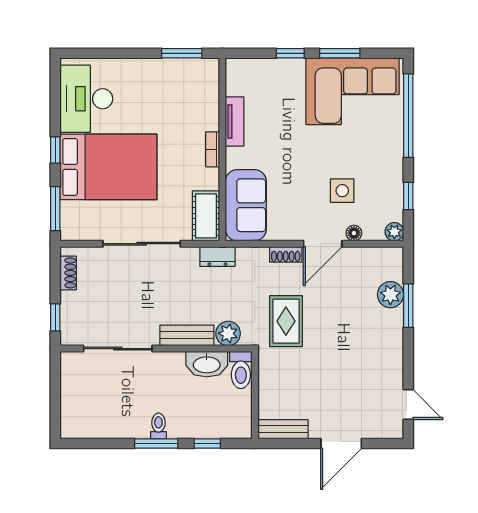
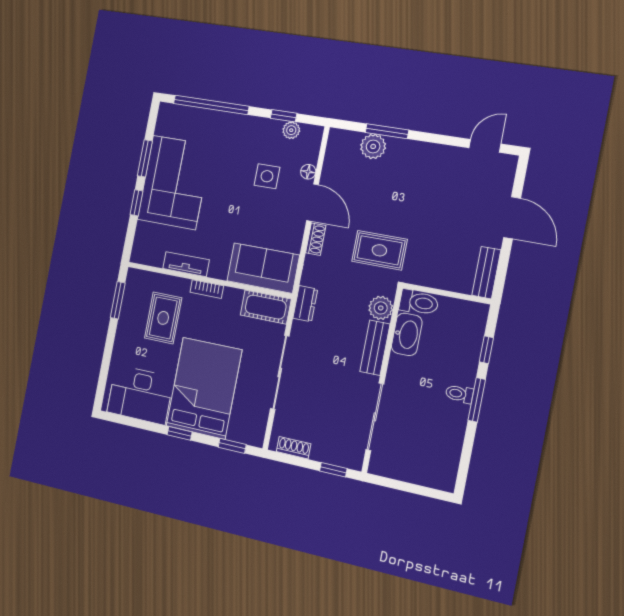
corner sofa: (353, 91) -> (174, 182), moved
rug: (173, 108) -> (163, 318), added
window: (55, 209) -> (232, 446), width x0.67
plant: (394, 232) -> (291, 130), moved

